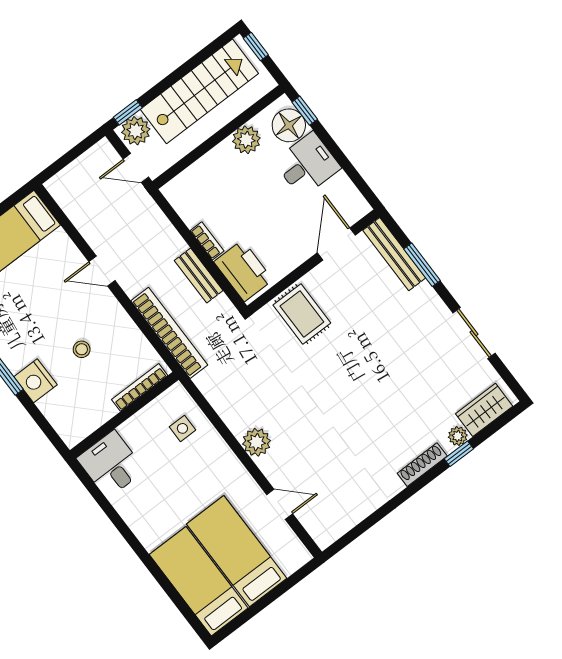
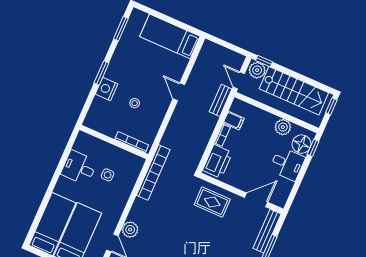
filing cabinet: (194, 210) -> (234, 121), added
bench: (199, 276) -> (221, 100), moved
rug: (302, 314) -> (212, 202), turned 90
bookcase: (169, 333) -> (153, 172), moved
side table: (182, 428) -> (108, 175), moved
plant: (257, 442) -> (130, 230), moved
desk: (111, 464) -> (79, 168), moved, turned -90

